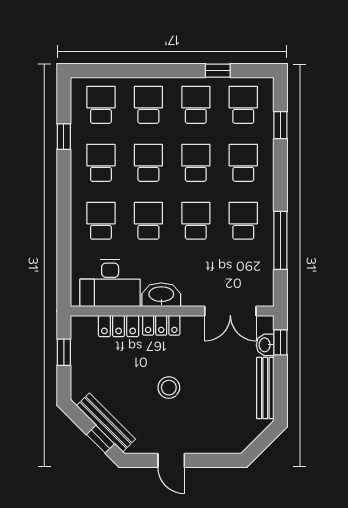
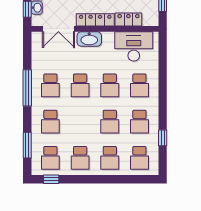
window: (218, 71) -> (51, 179), moved
window: (280, 125) -> (27, 145), width x1.50
school desk: (196, 163) -> (80, 122), removed
window: (280, 240) -> (27, 88), moved
washbasin: (161, 295) -> (89, 39), moved
double door: (230, 311) -> (58, 29), swing flipped
locker: (161, 325) -> (95, 20), width x1.53

